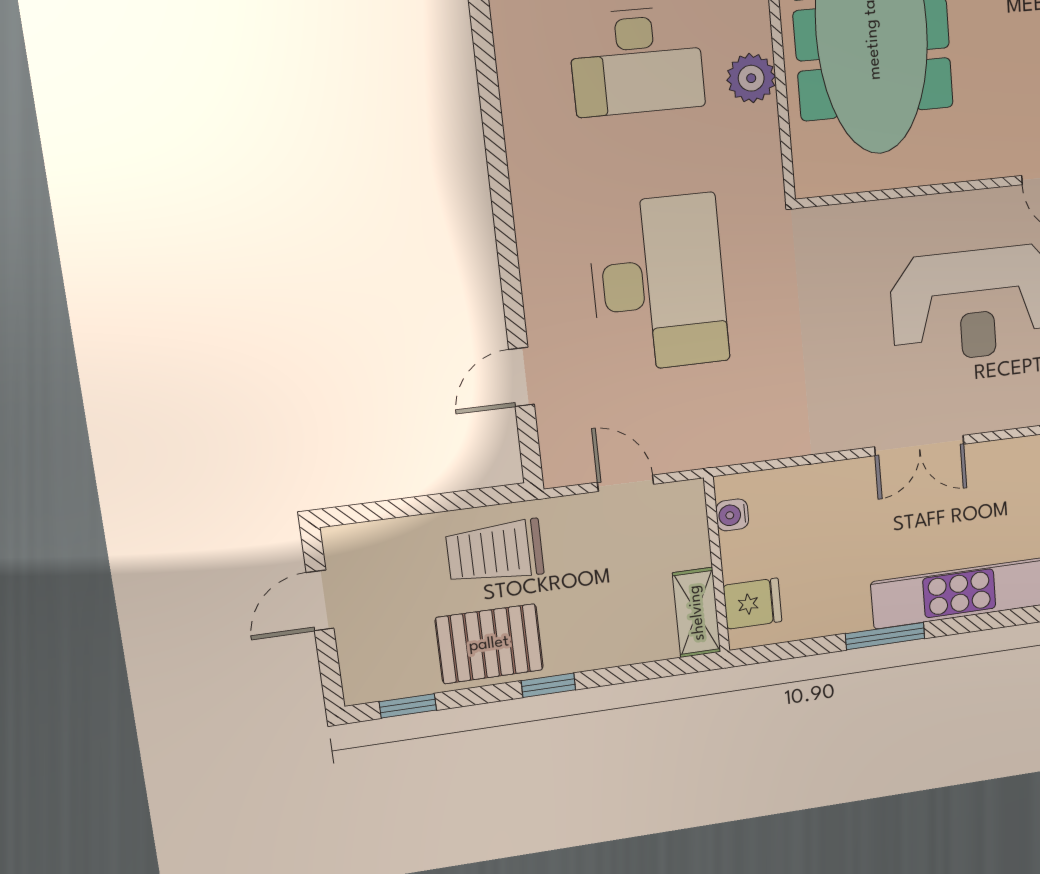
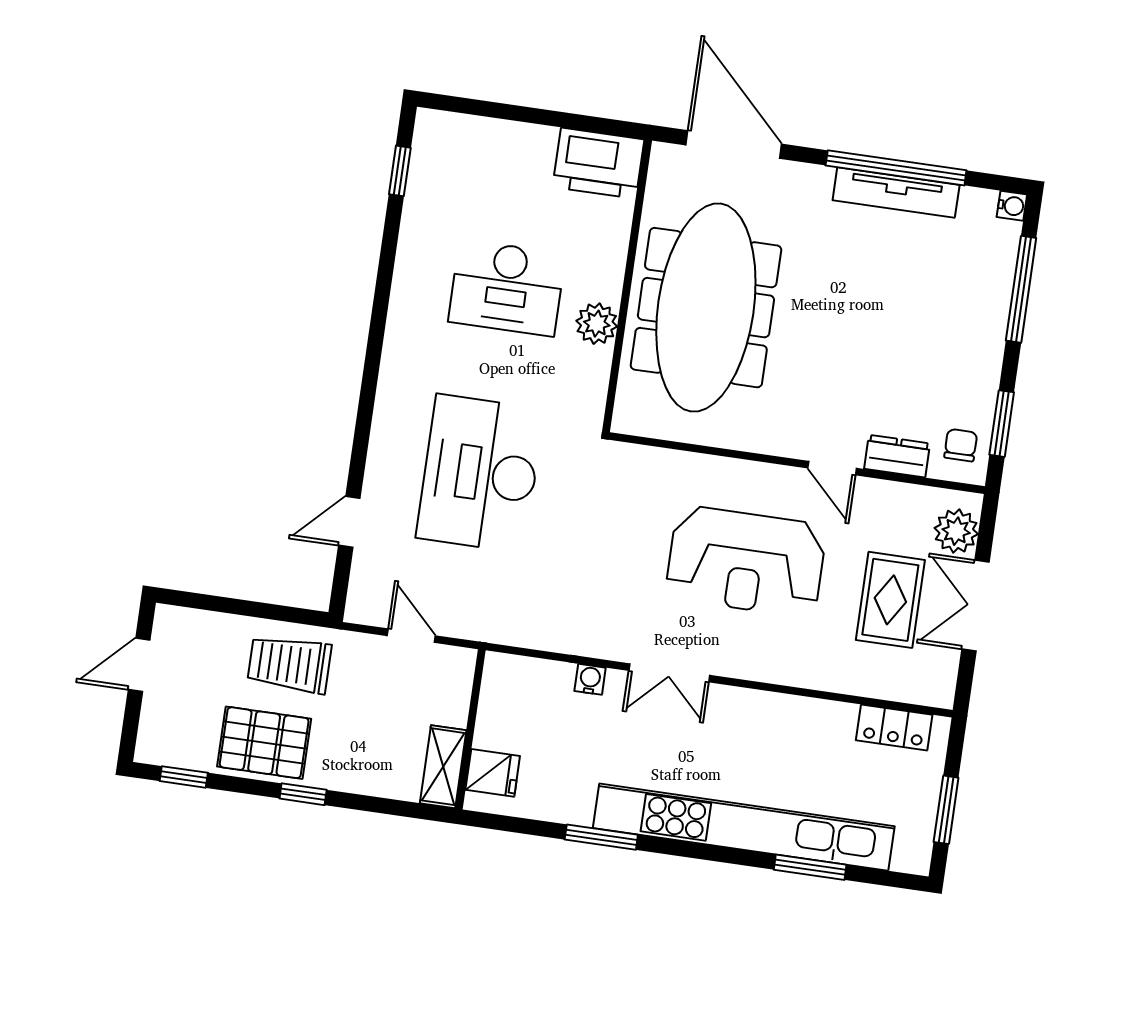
desk: (658, 283) -> (480, 473), turned 180
water cooler: (732, 515) -> (590, 679), moved, turned 90

